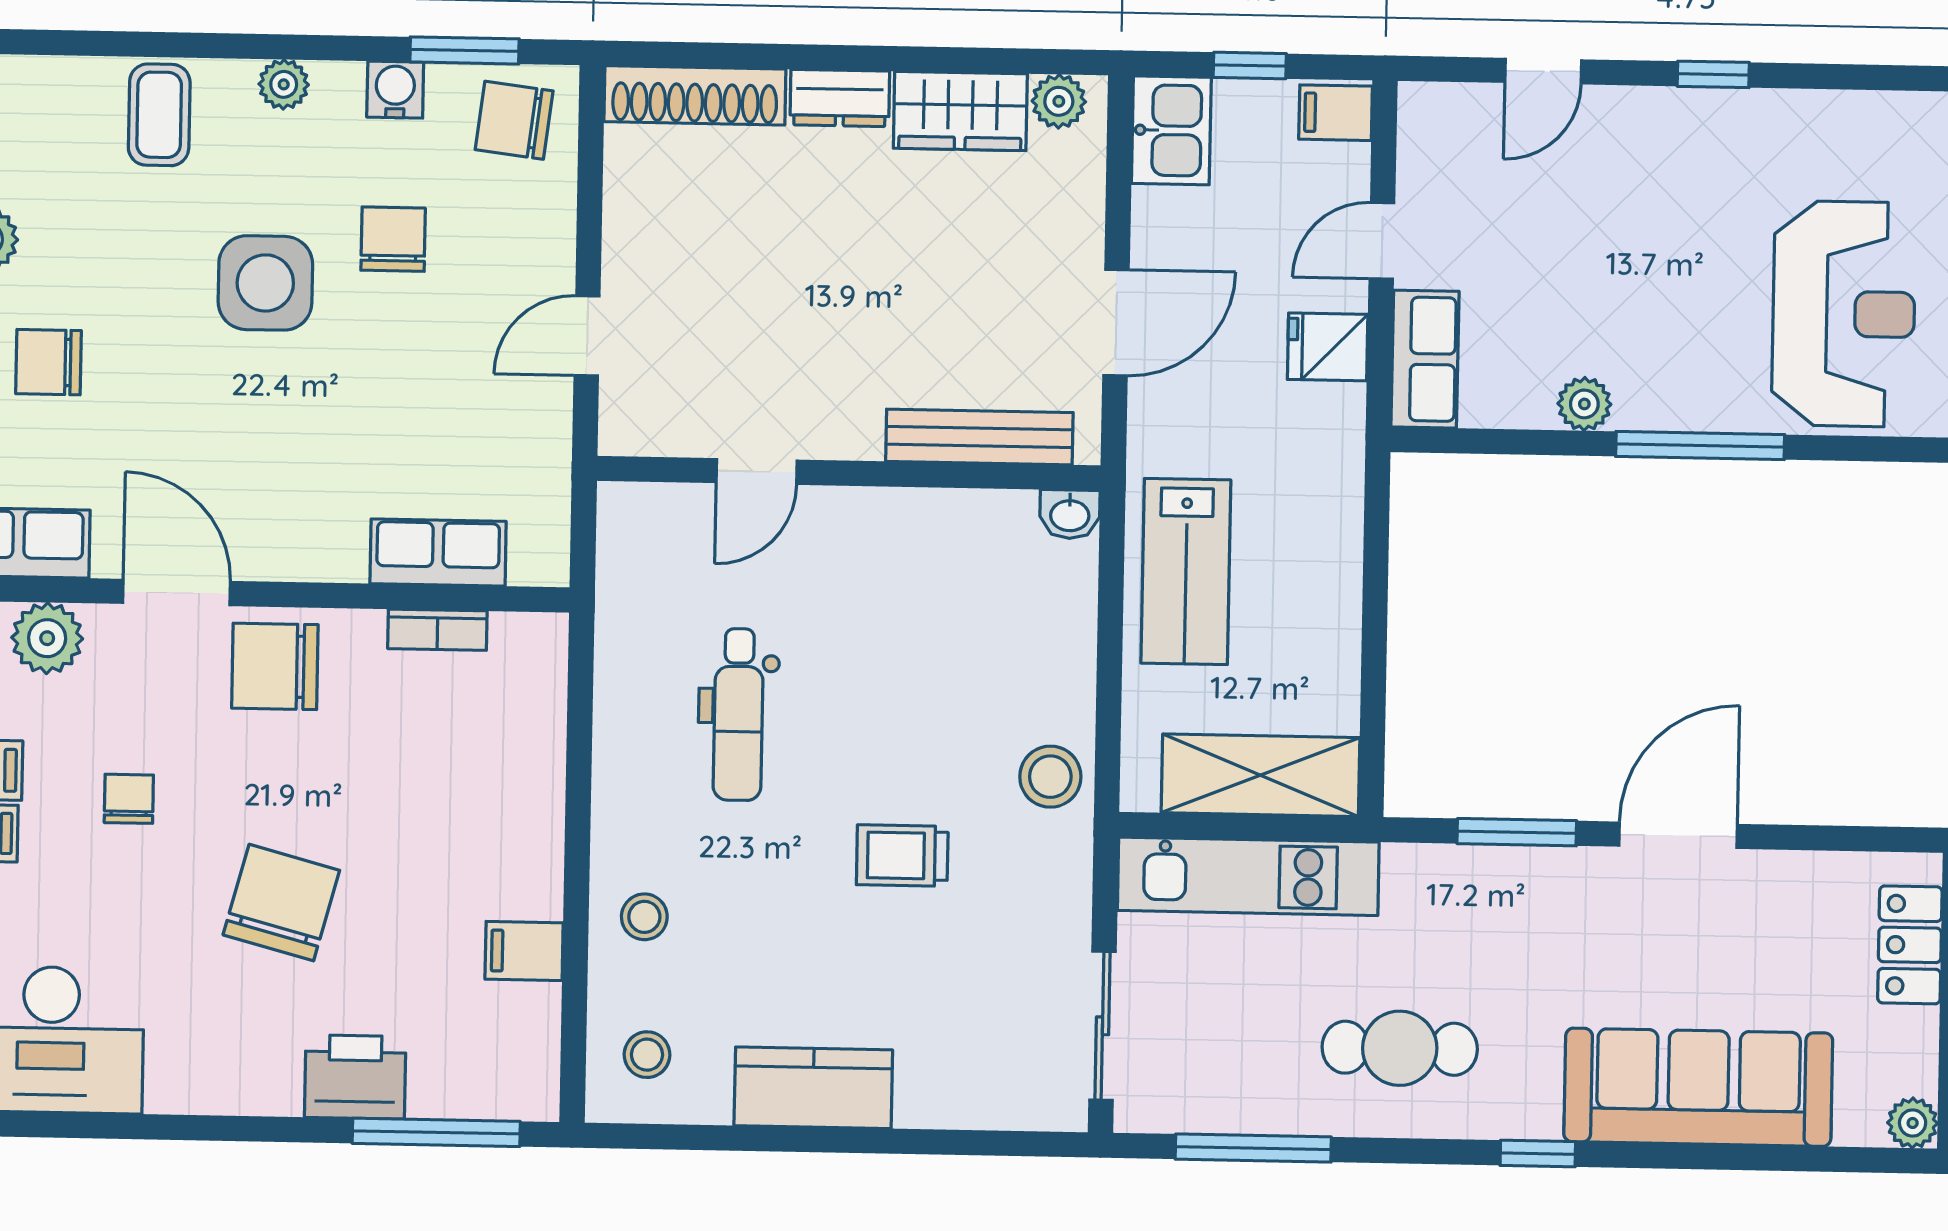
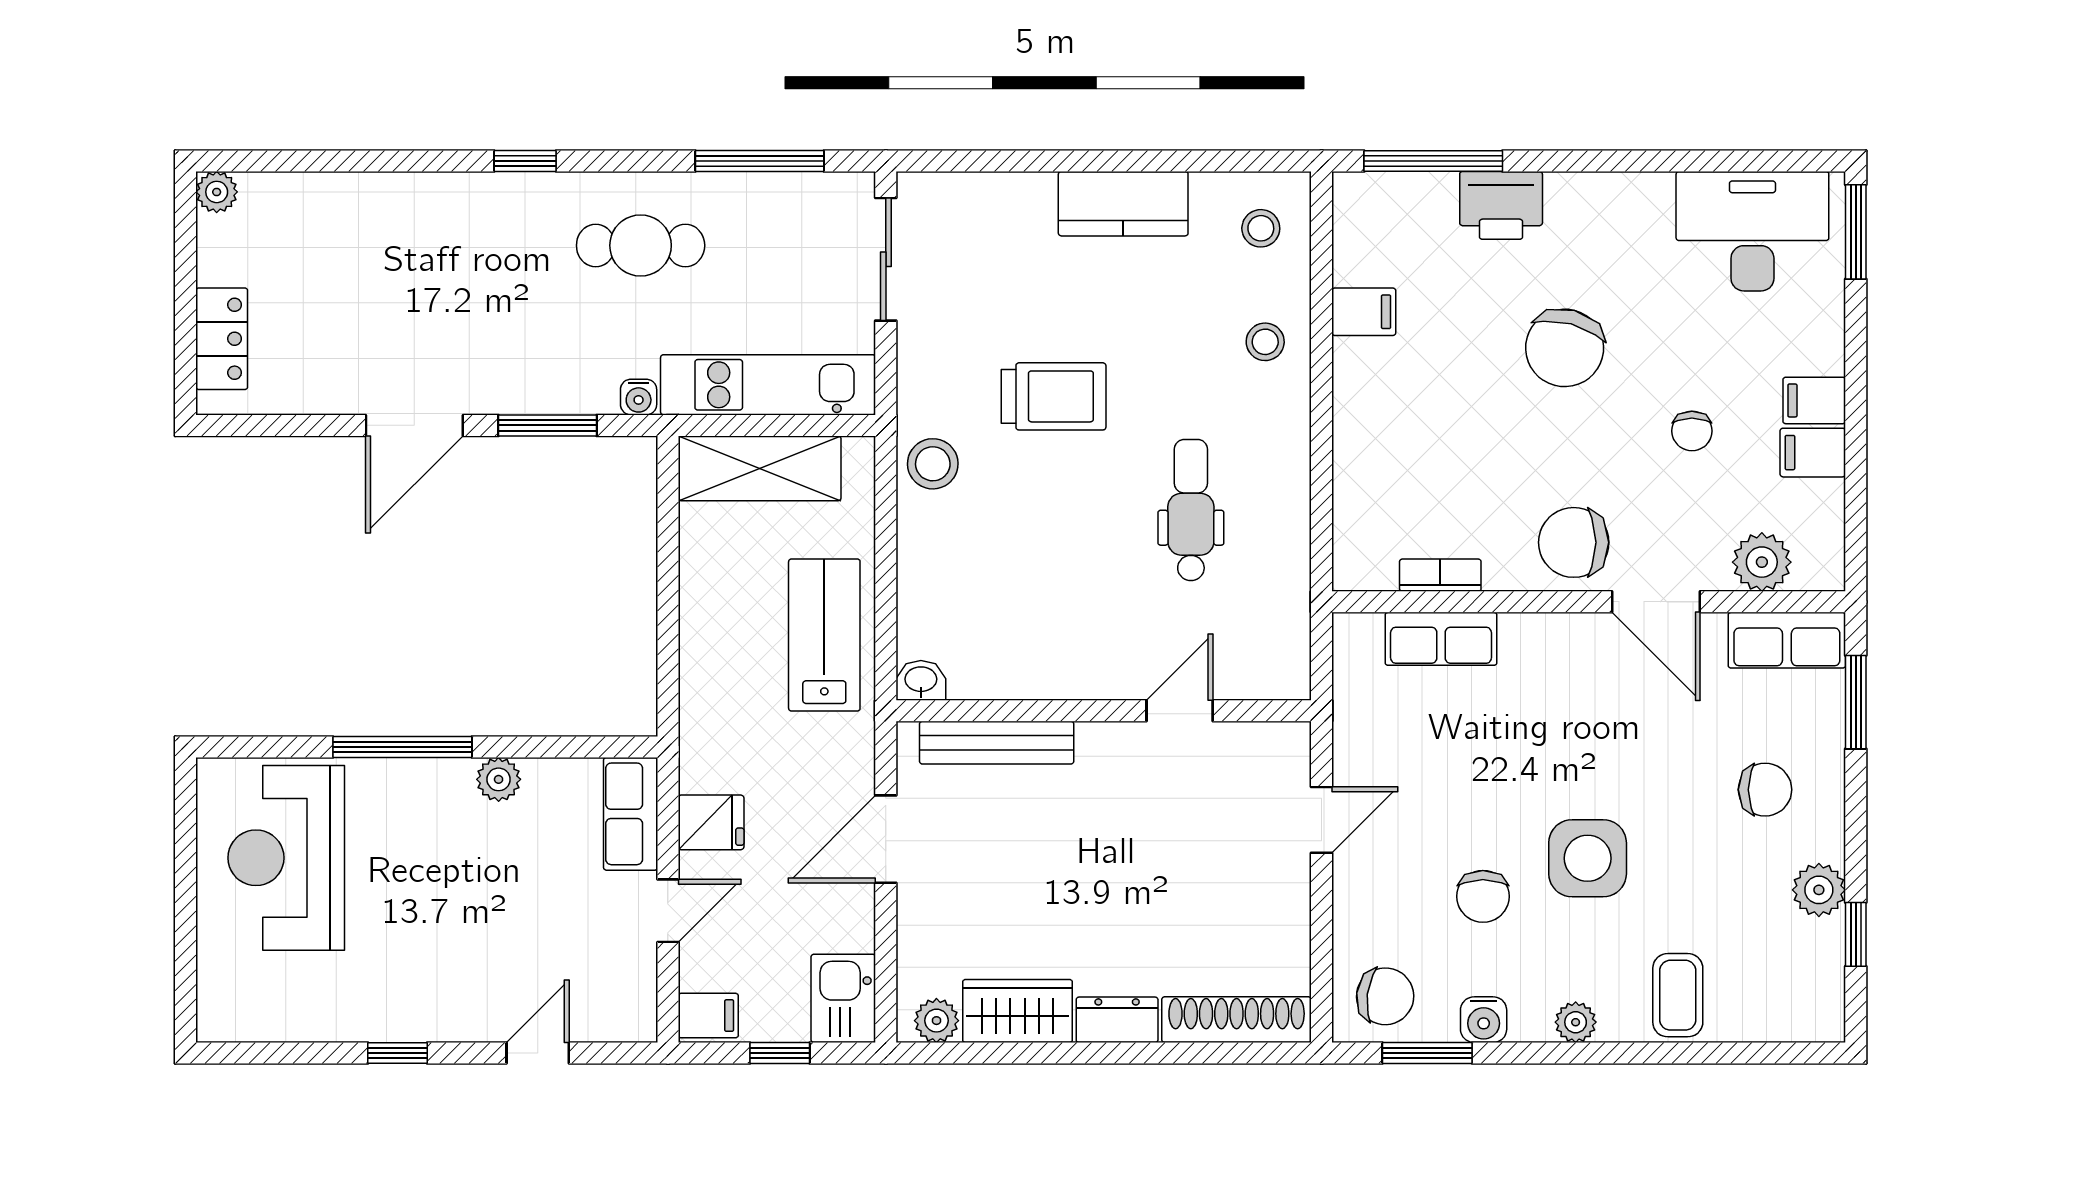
chair: (275, 666) -> (1574, 542), turned 180
trolley: (902, 856) -> (1054, 396), width x1.36, depth x1.39
water cooler: (1406, 864) -> (639, 397), added
sofa: (1698, 1087) -> (394, 218), removed

